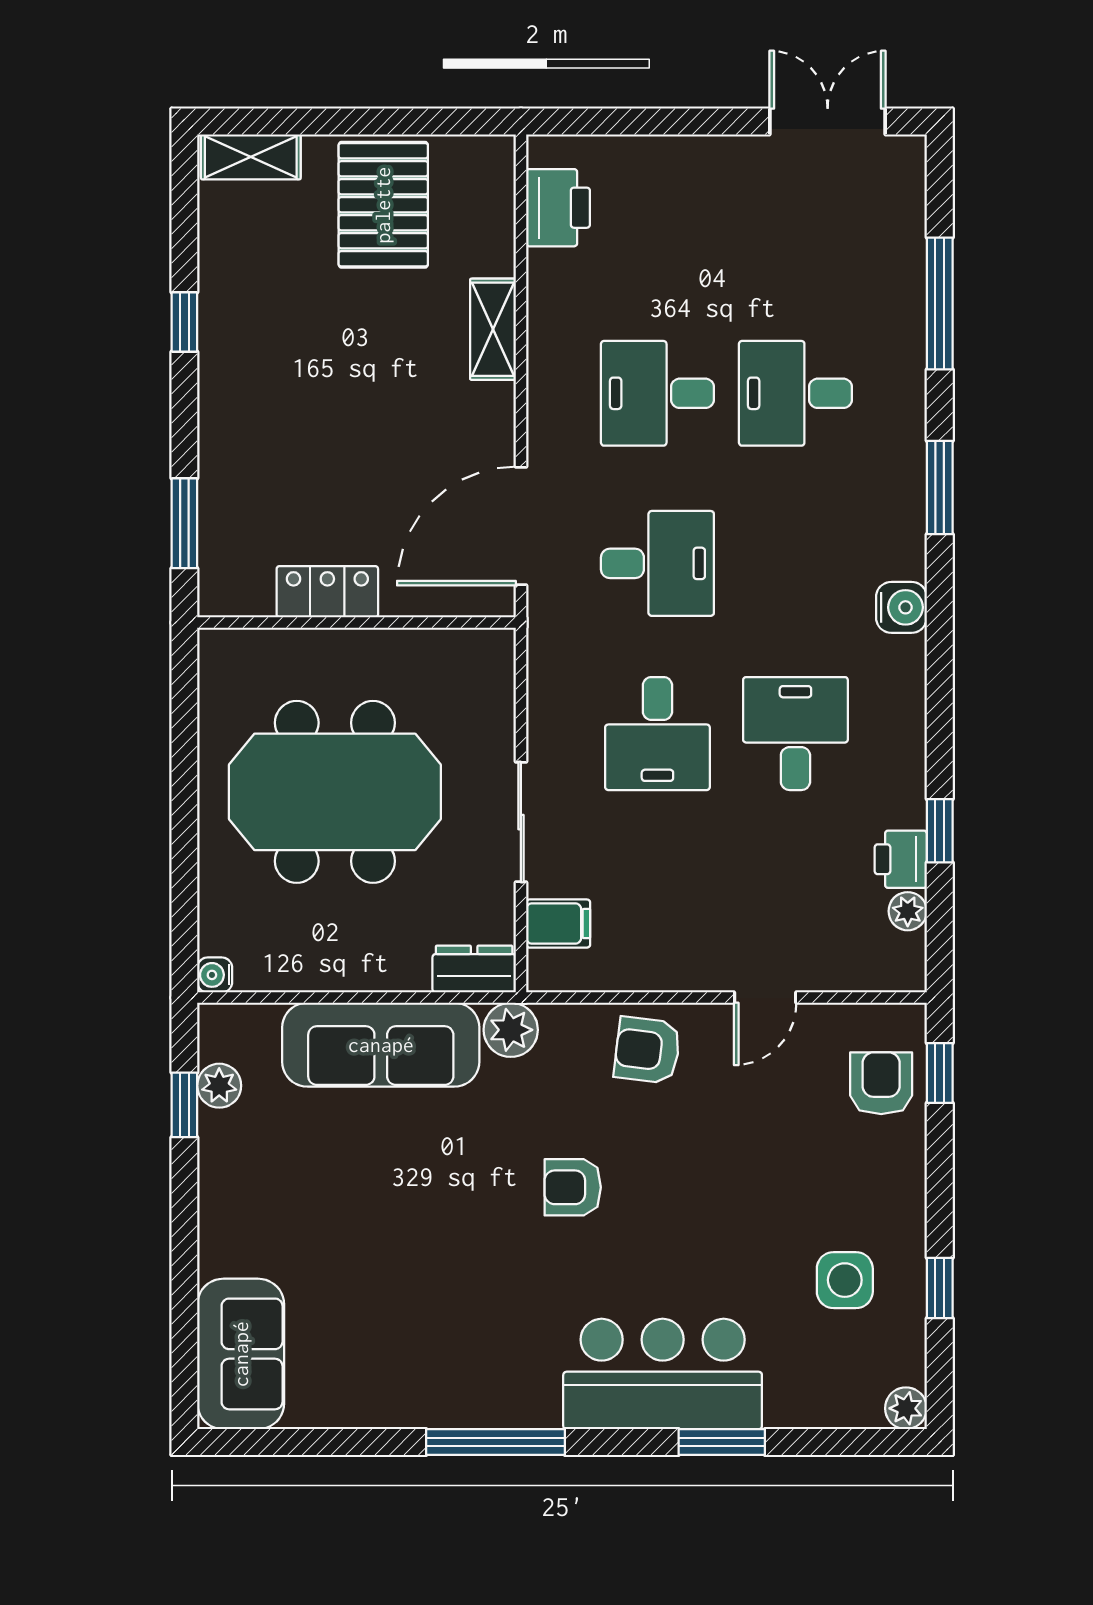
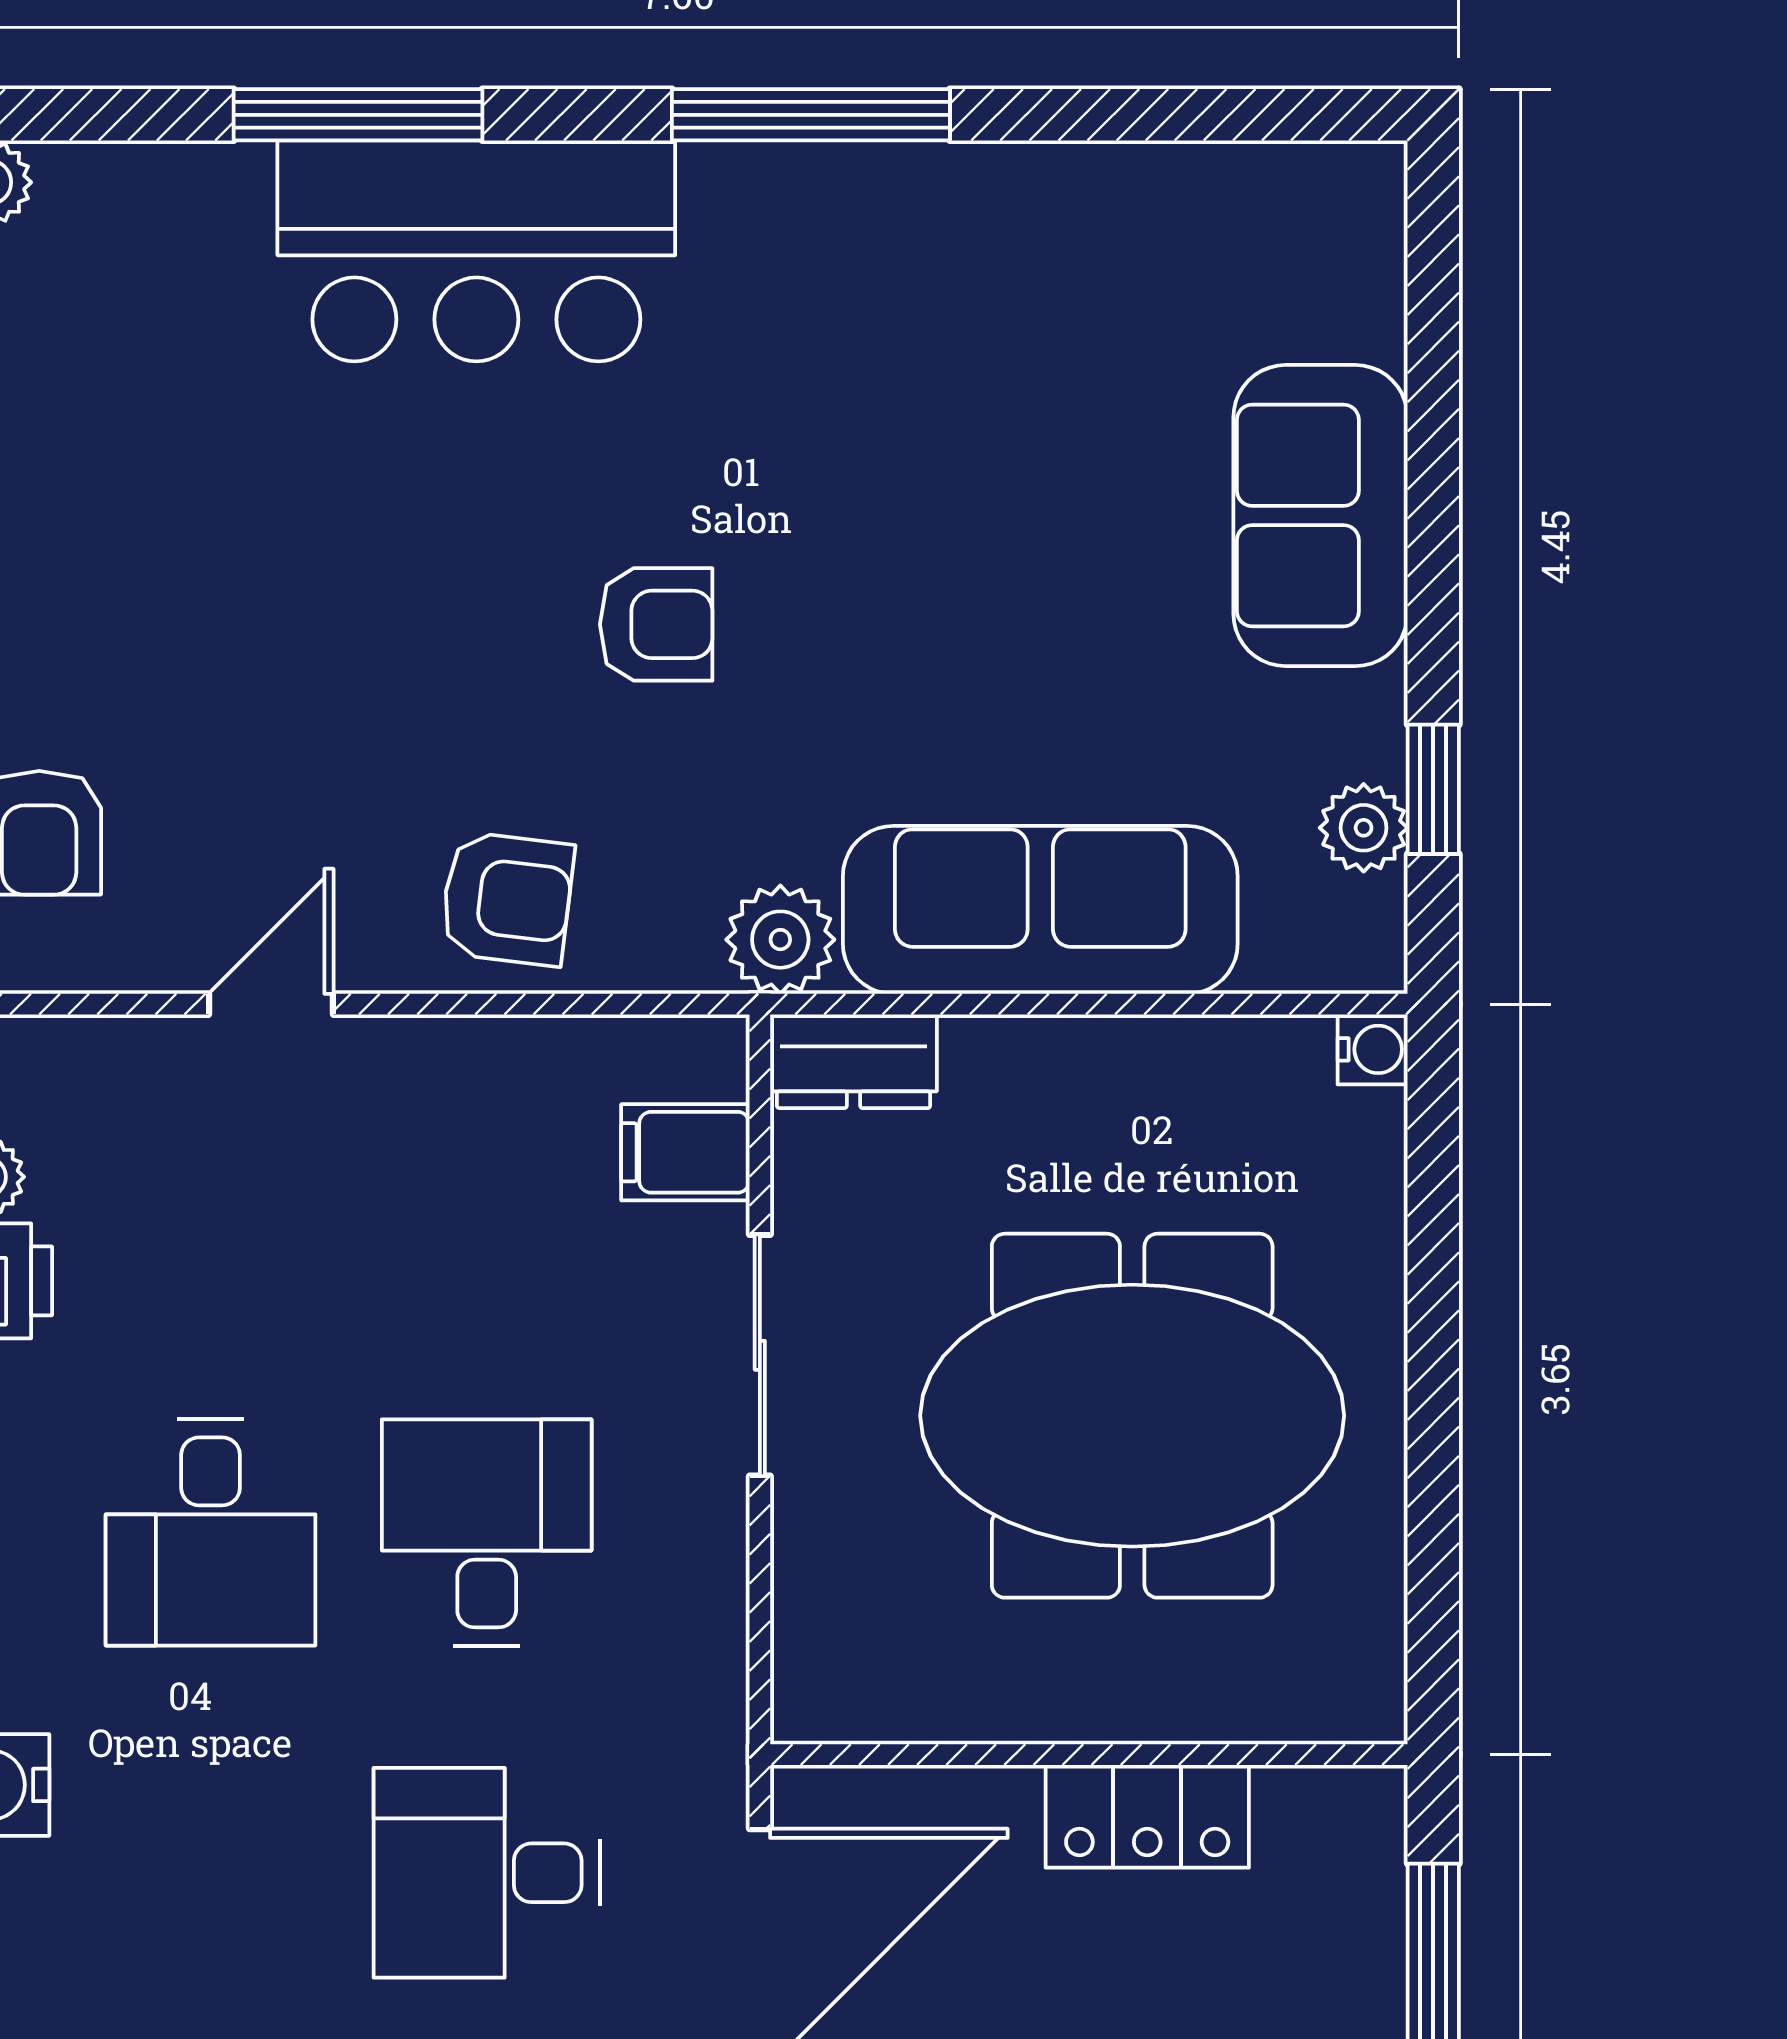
side table: (845, 1280) -> (112, 439), removed
sofa: (241, 1354) -> (1320, 516), moved
window: (722, 1442) -> (358, 115), width x1.44

